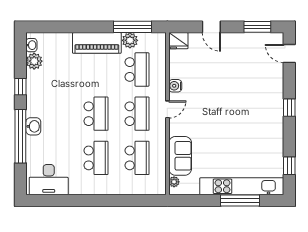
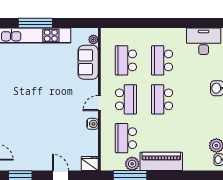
school desk: (137, 114) -> (126, 99), turned 180

